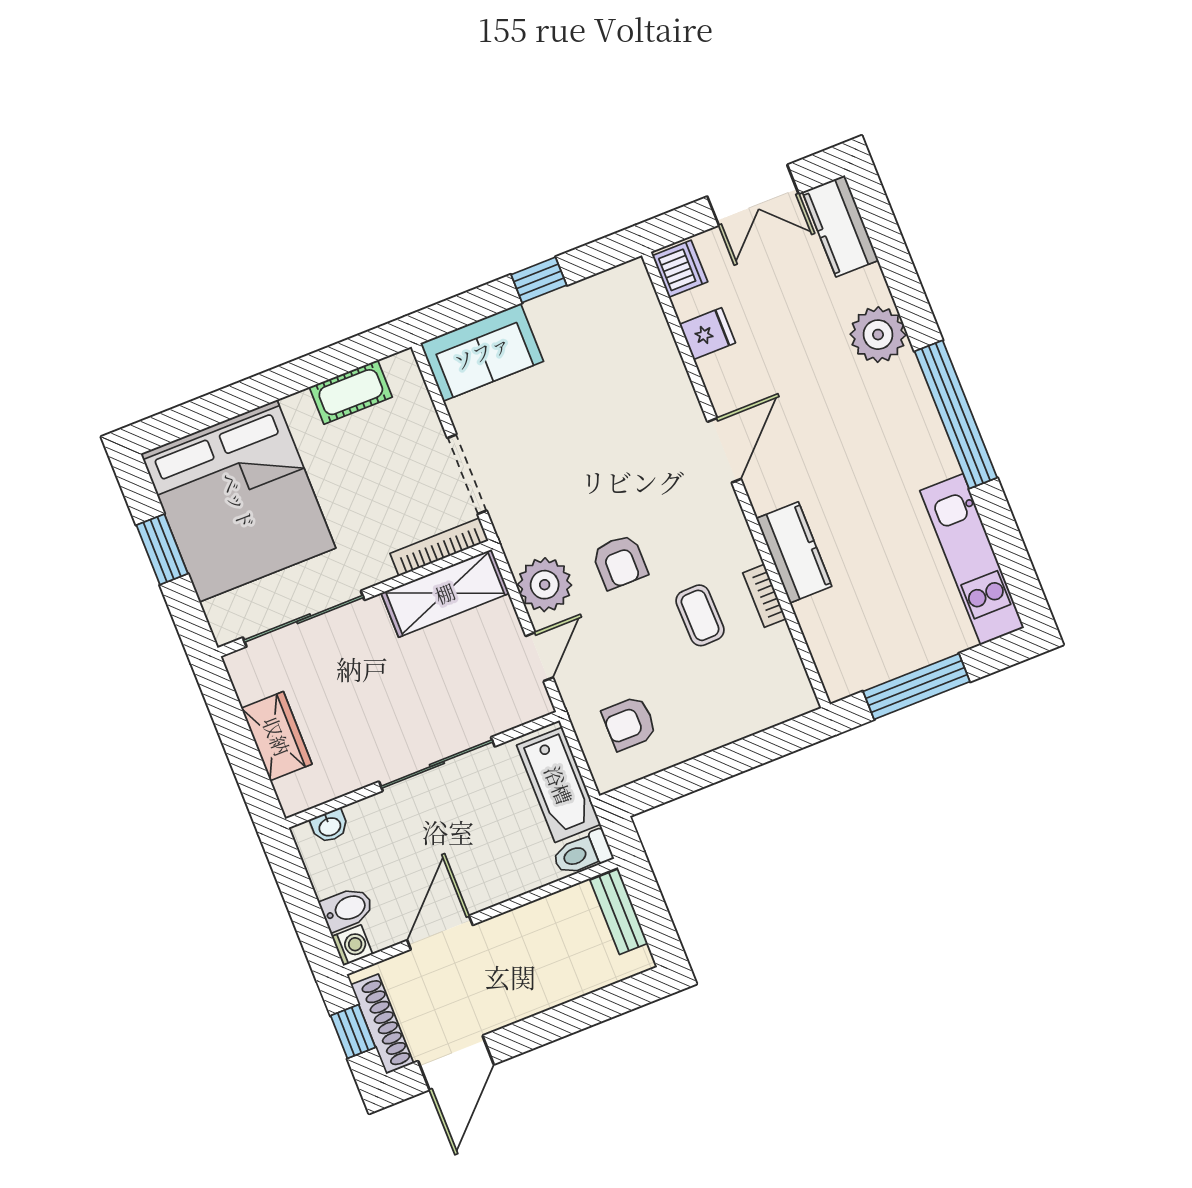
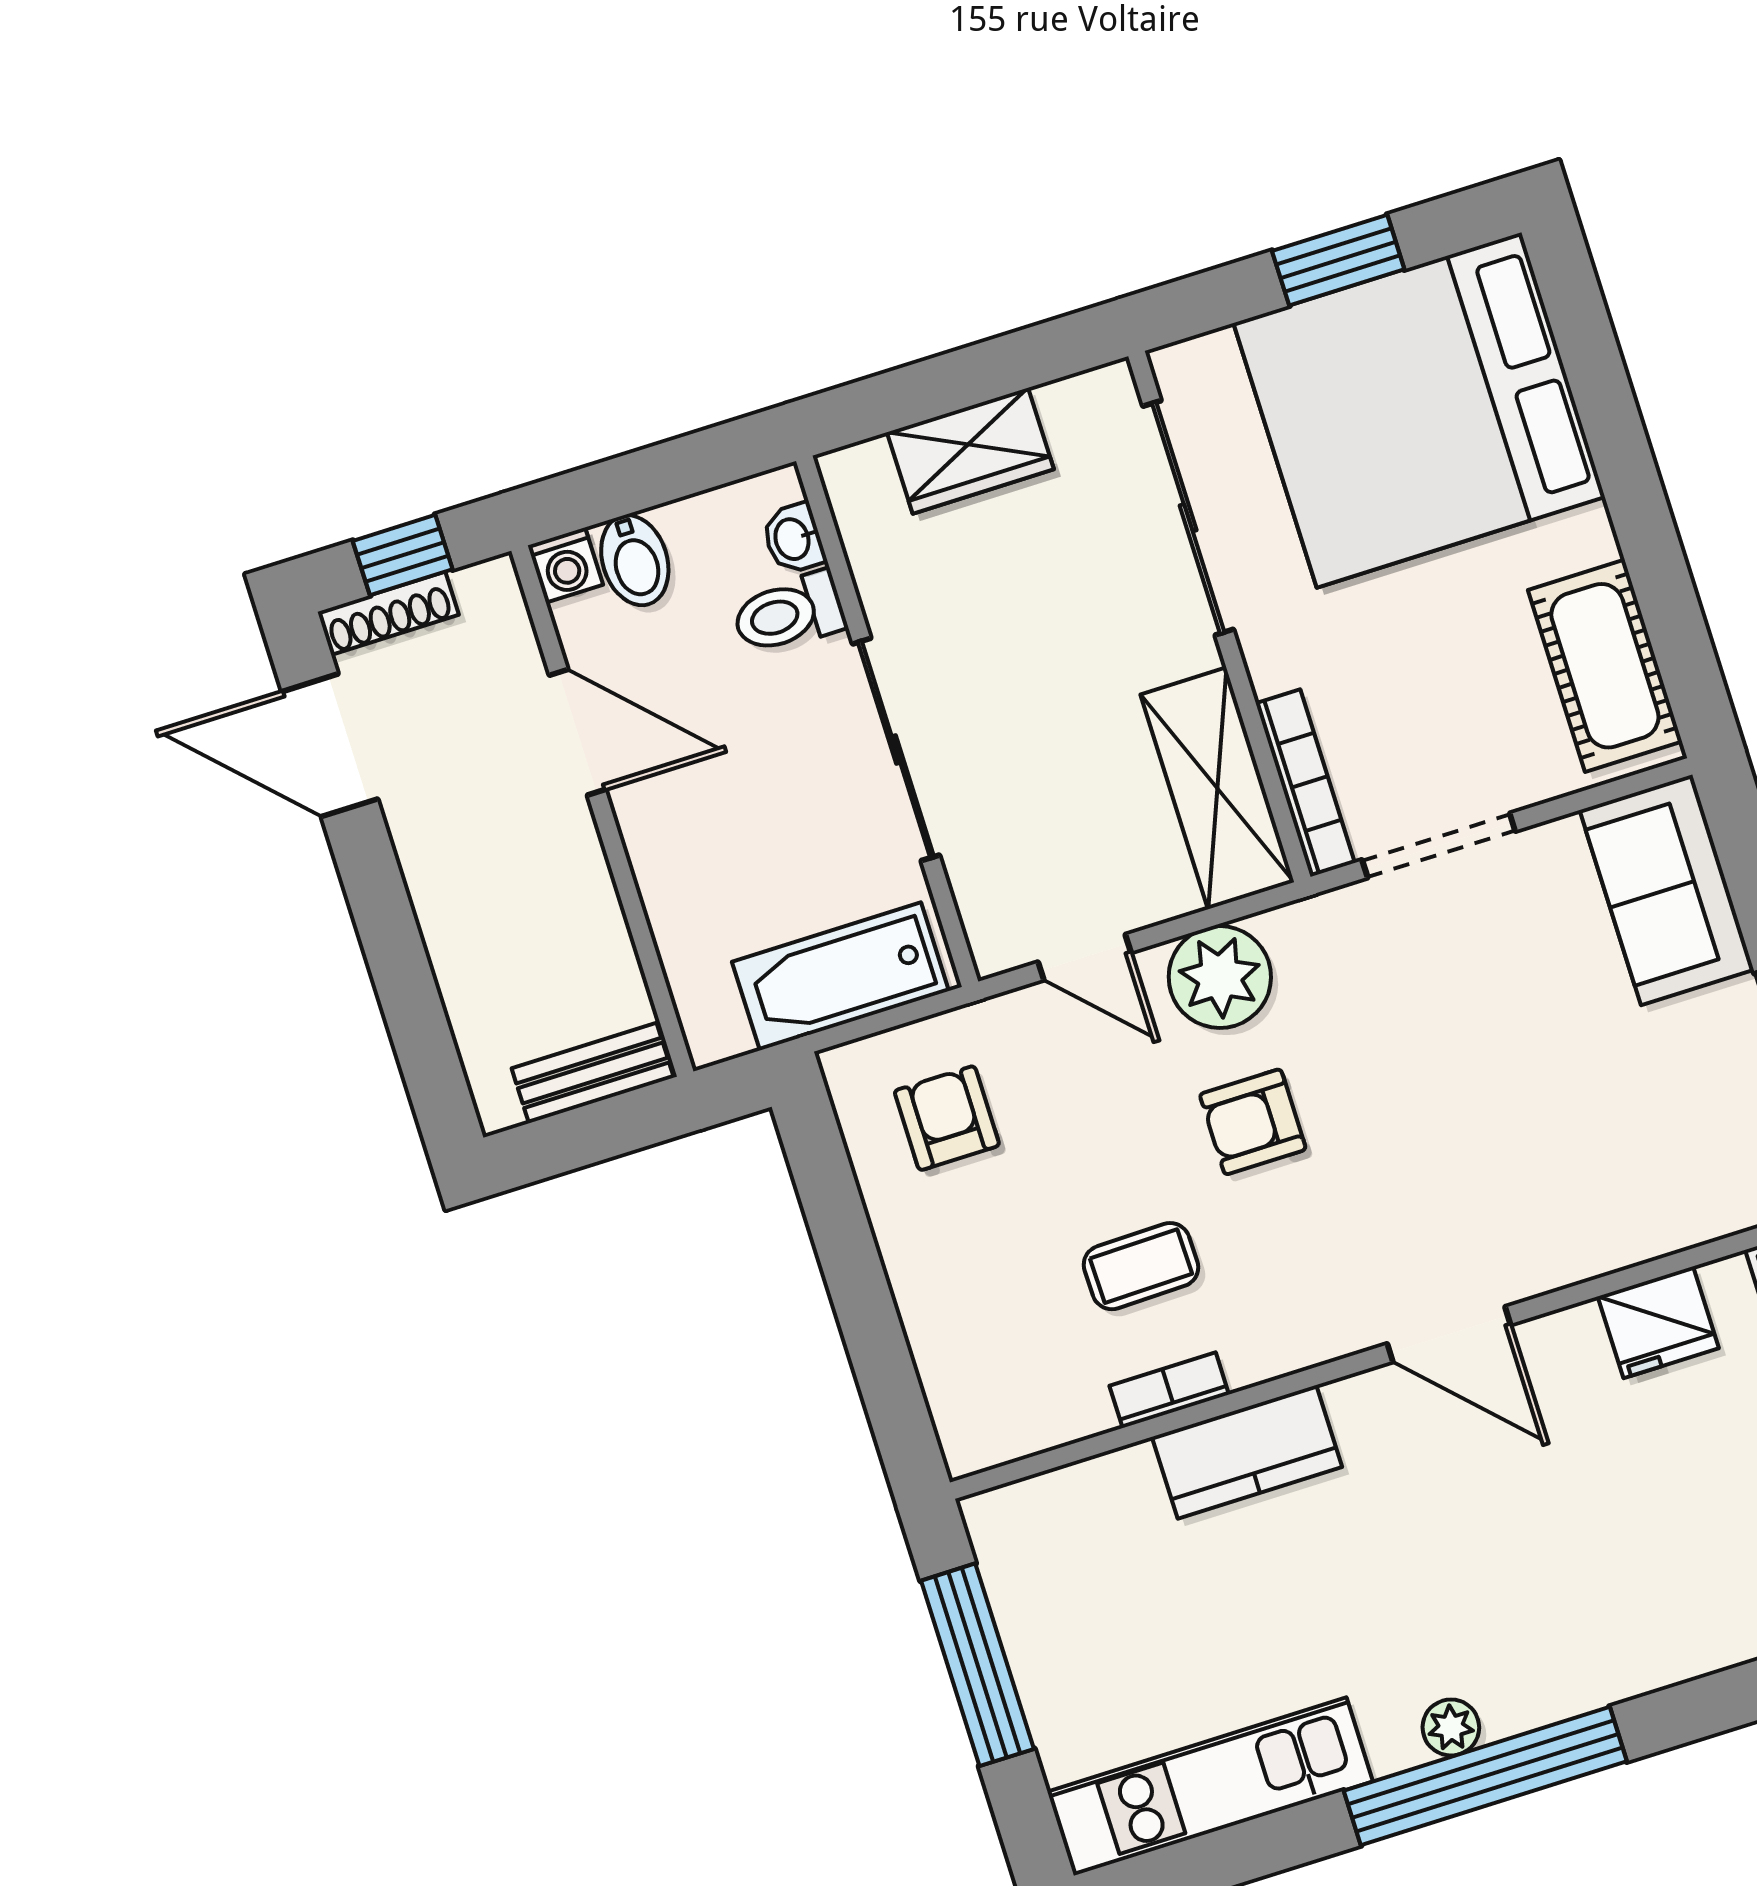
fridge: (707, 334) -> (1658, 1322), width x1.38
plant: (878, 335) -> (1451, 1727), moved, width x0.53, depth x0.53
cot: (351, 392) -> (1605, 666), width x1.37, depth x1.34
toilet: (582, 853) -> (789, 613), moved, turned -90
shoe rack: (382, 1024) -> (388, 613), width x0.74, depth x0.81

